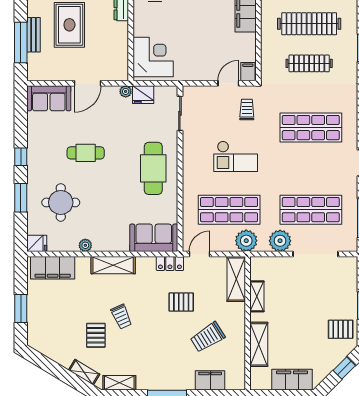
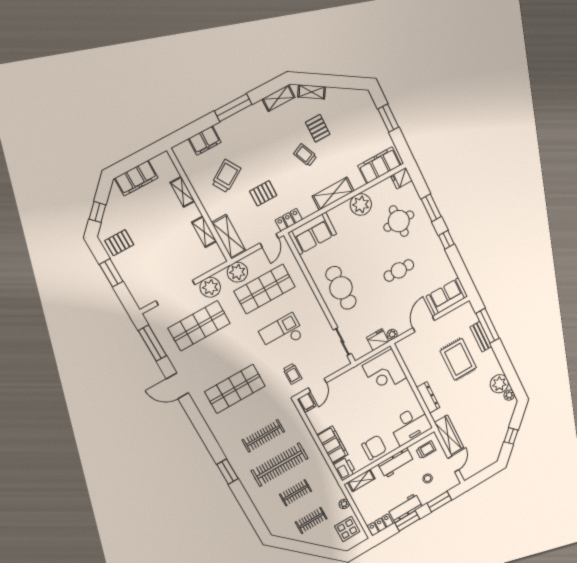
plant: (85, 245) -> (361, 205), width x1.88, depth x1.88
shelving: (259, 344) -> (182, 192), width x0.67, depth x0.75

